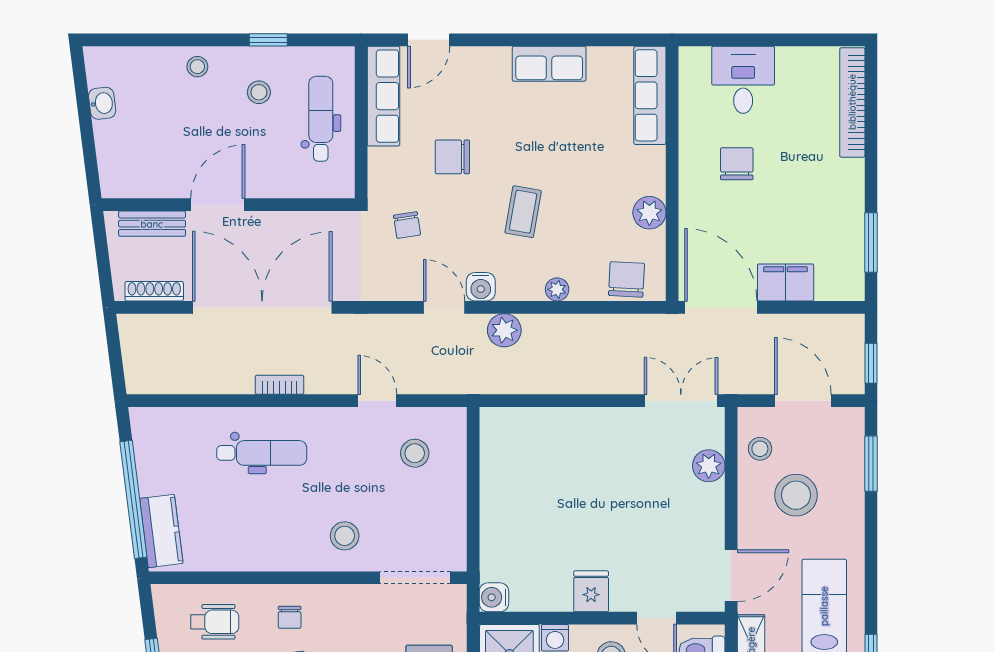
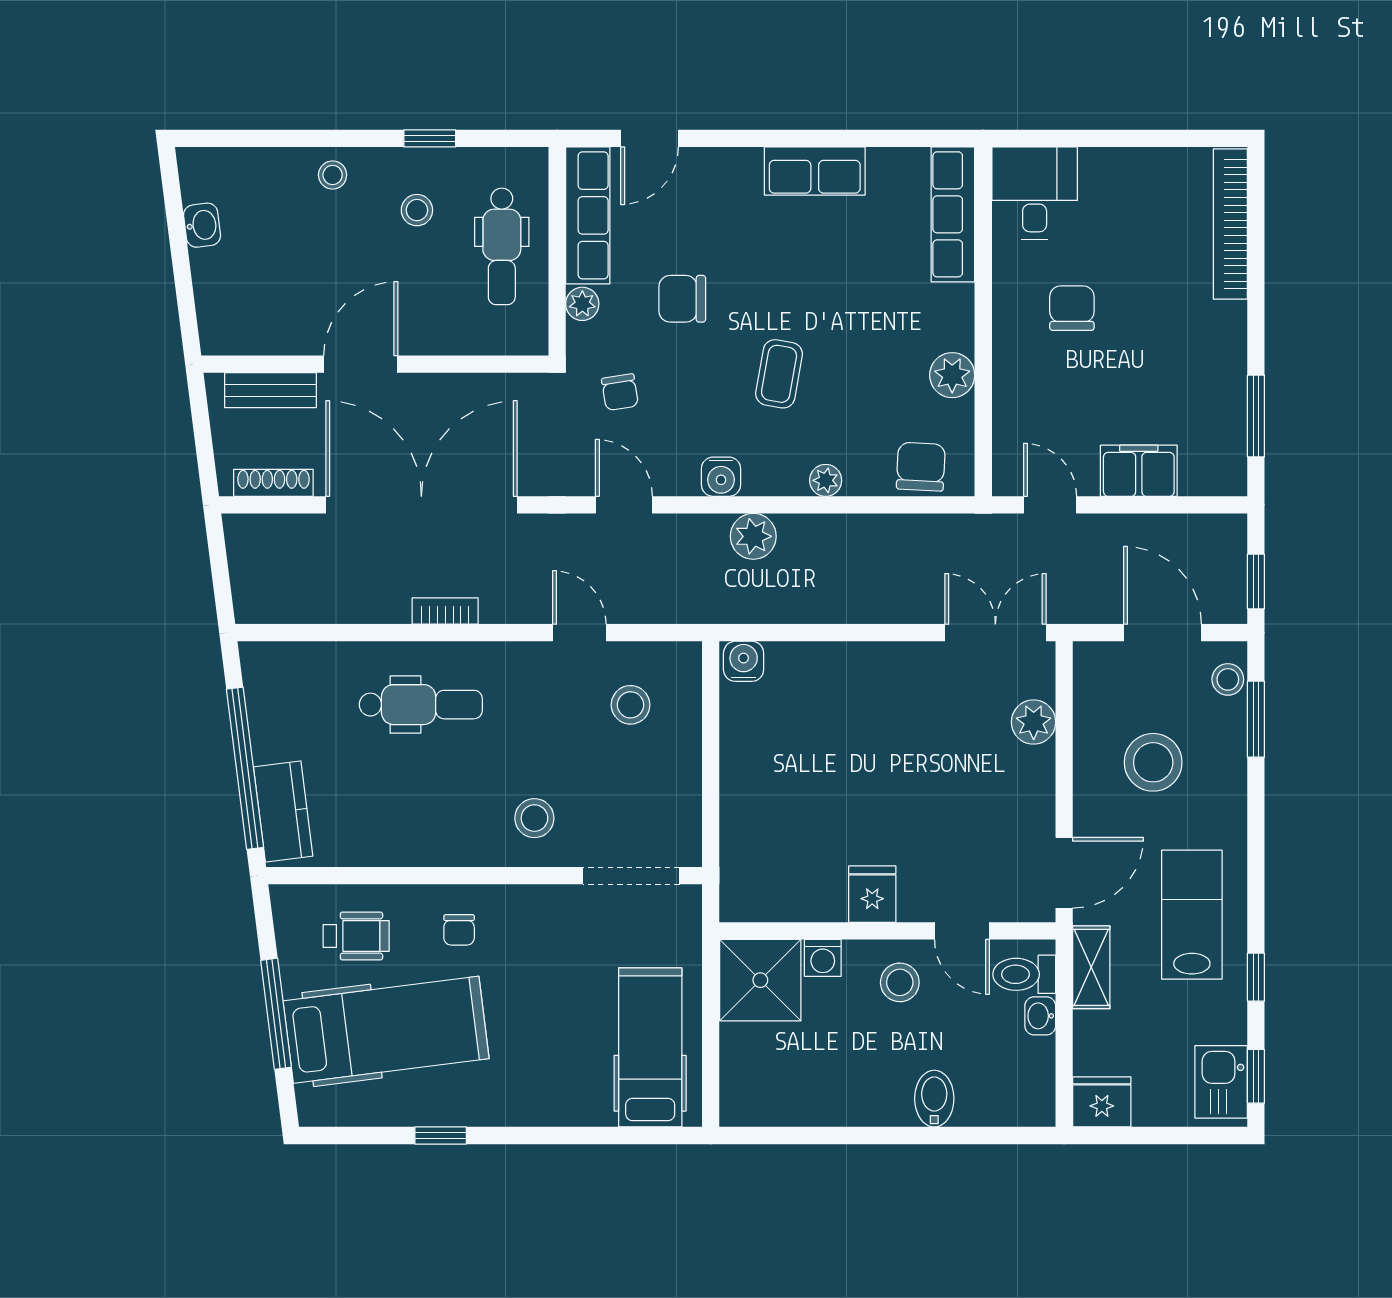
desk: (743, 80) -> (1035, 193), moved
dental chair: (321, 119) -> (502, 246), turned 180
plant: (380, 161) -> (582, 304), added
door: (444, 307) -> (624, 505), moved
door: (721, 307) -> (1050, 505), width x0.53
stool: (760, 449) -> (1228, 679), moved
water cooler: (494, 597) -> (744, 661), moved, turned 90

